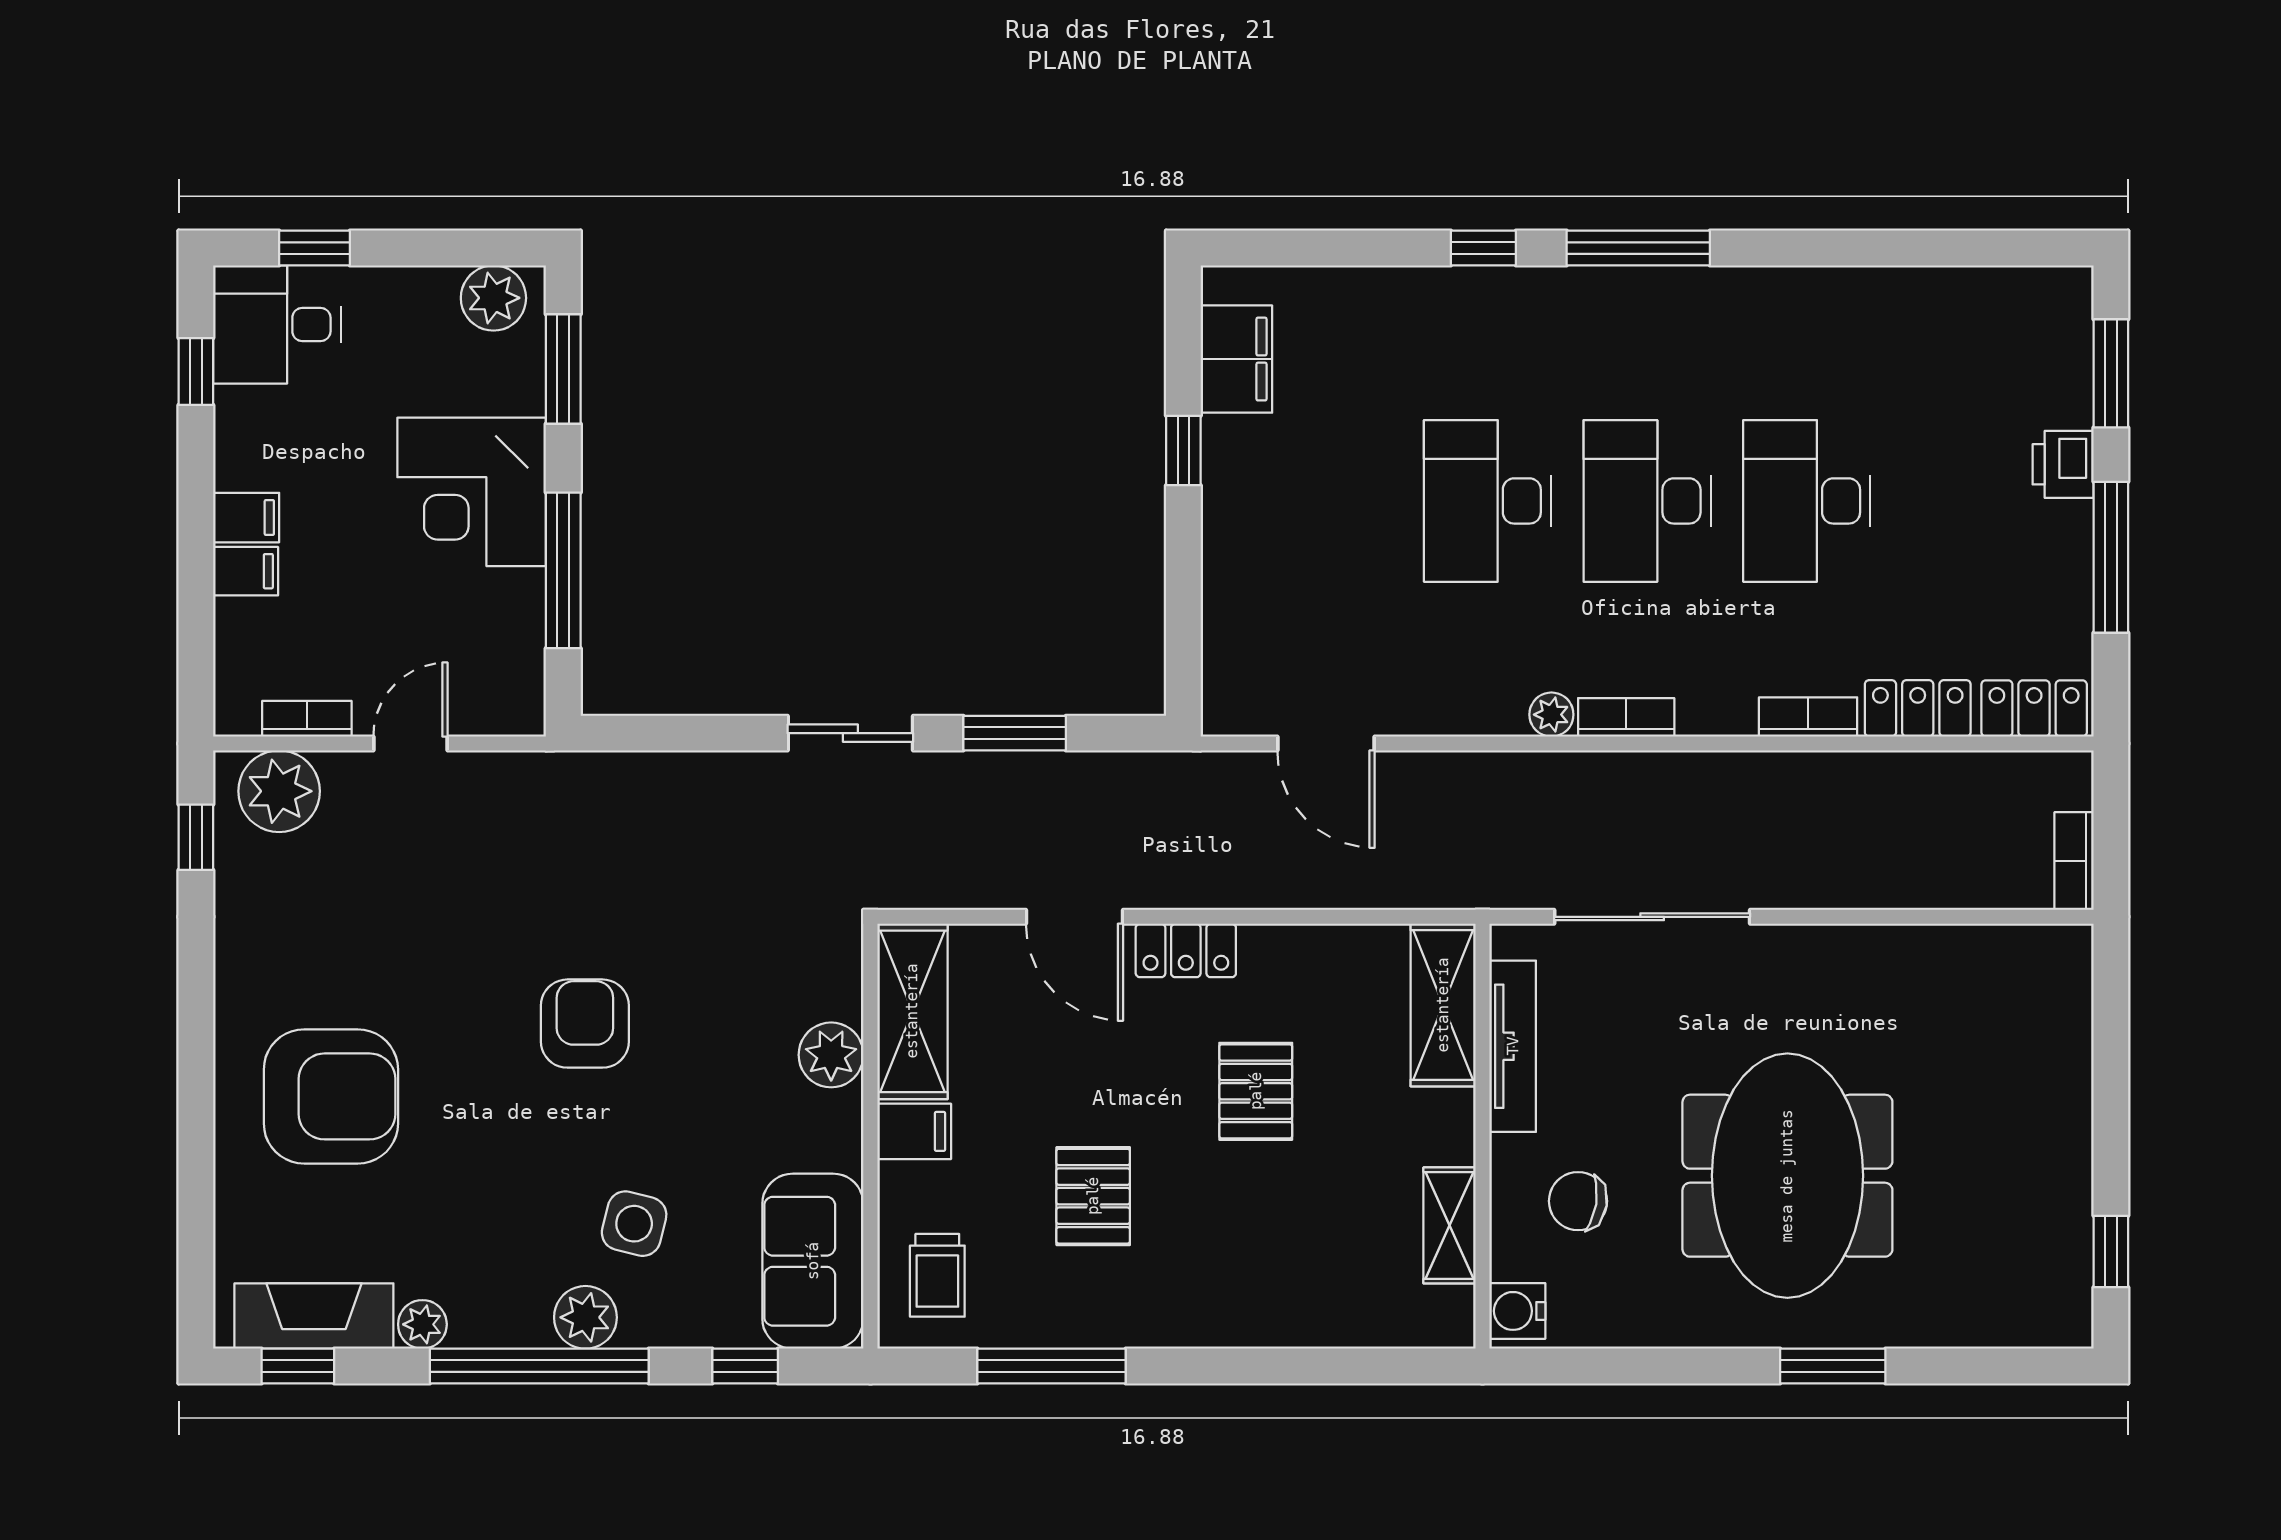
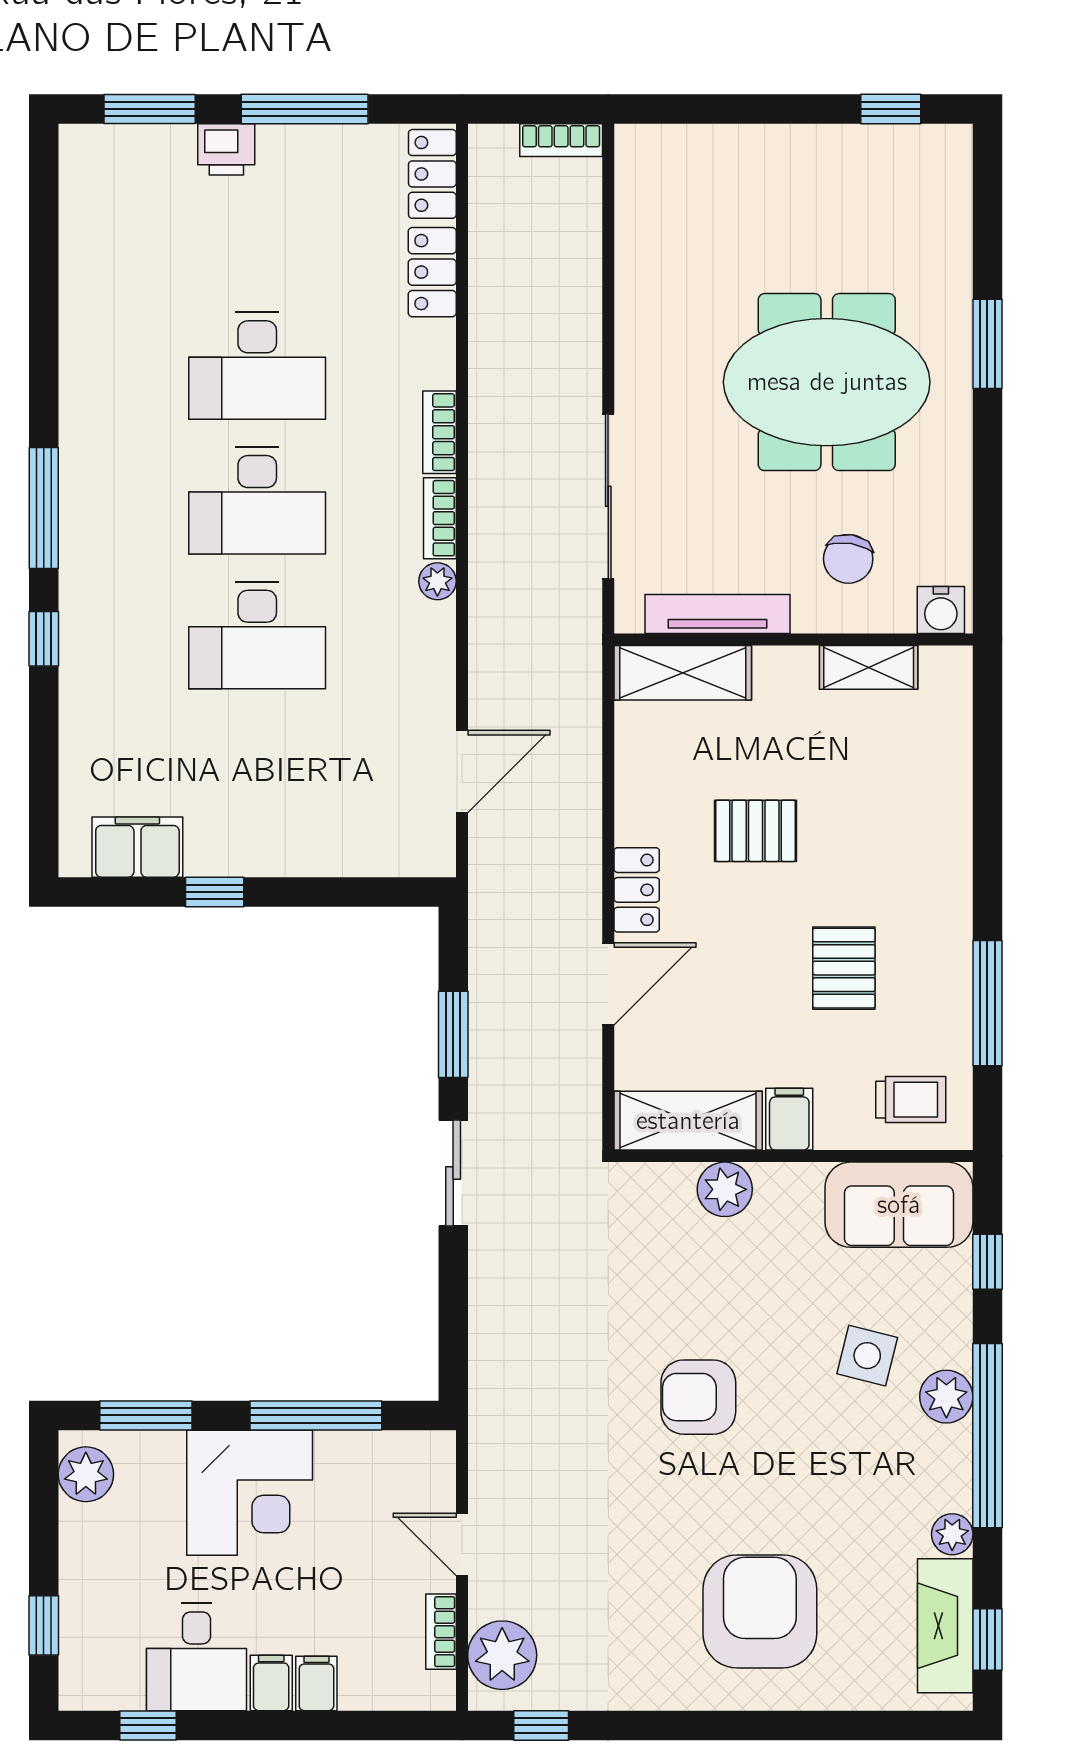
desk: (277, 324) -> (196, 1657), moved
bookcase: (1808, 717) -> (440, 432), moved
pallet: (1093, 1196) -> (844, 968), turned 90

